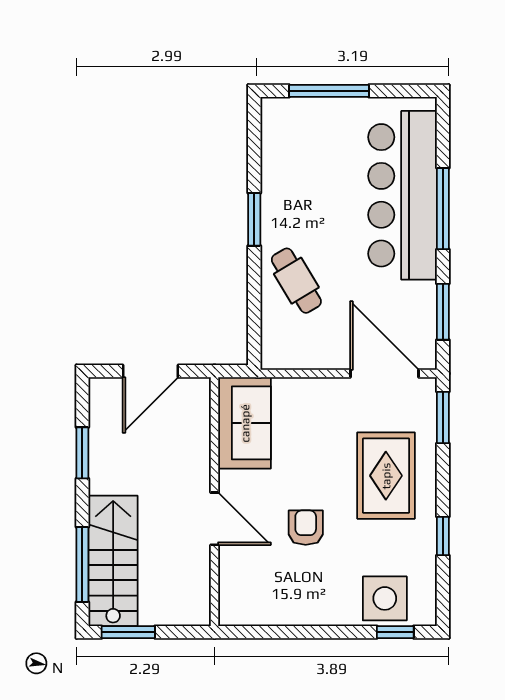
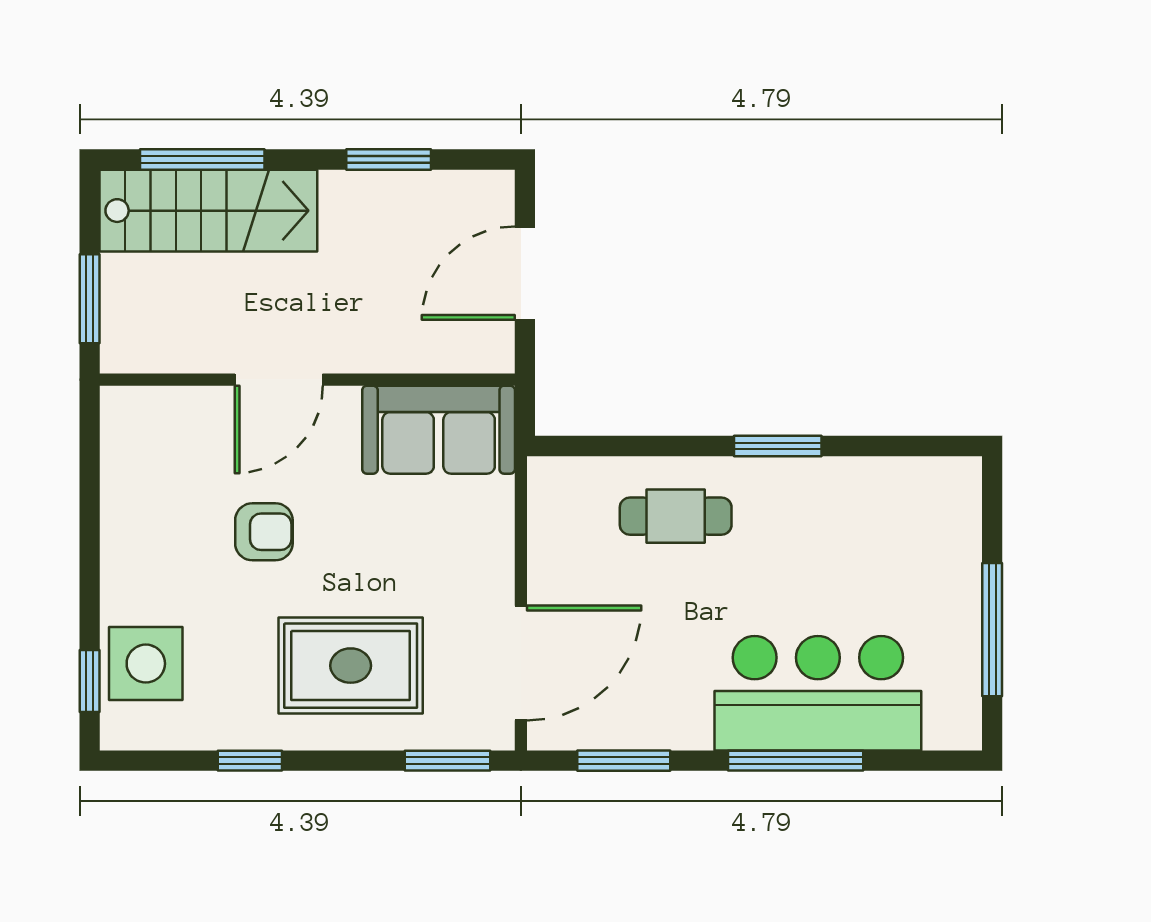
window: (329, 91) -> (992, 630), moved
bar counter: (403, 195) -> (818, 693), width x0.73
cafe table: (296, 281) -> (676, 516), turned 31
door: (151, 371) -> (525, 273), hinge flipped
window: (128, 632) -> (90, 299), moved

